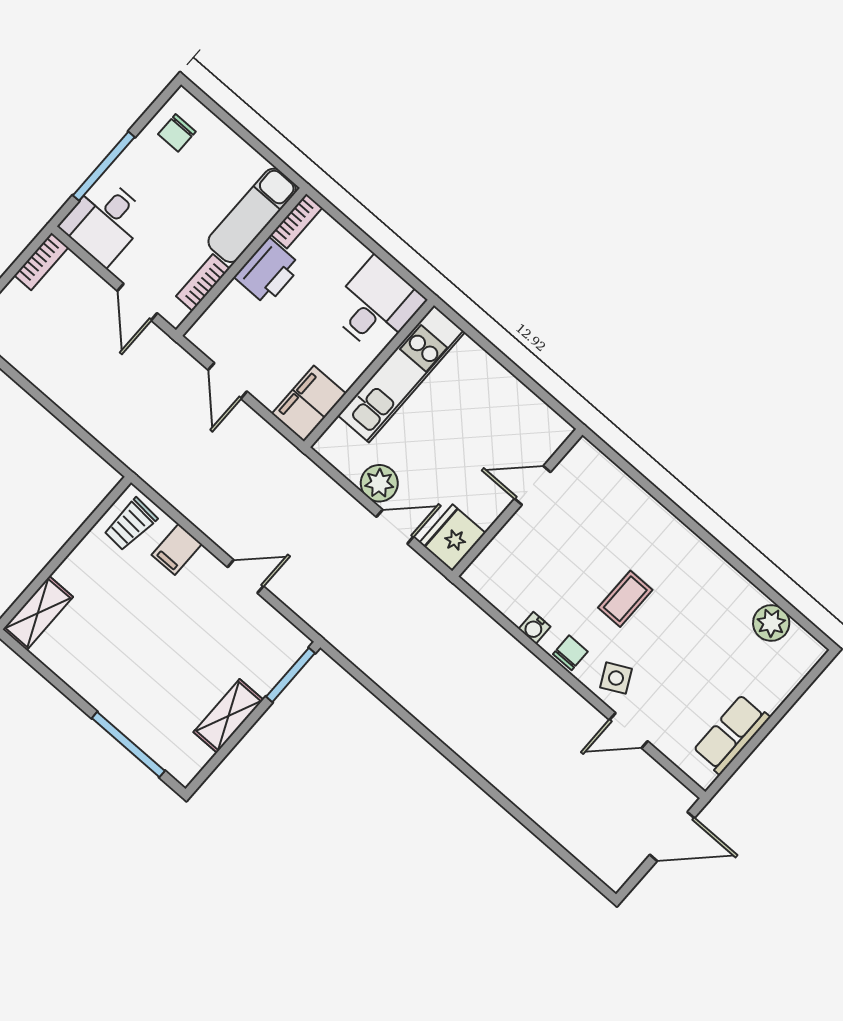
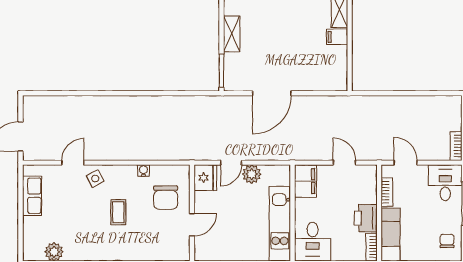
trolley: (131, 524) -> (334, 75), removed
filing cabinet: (177, 549) -> (337, 37), moved, turned -90
door: (246, 577) -> (272, 93), width x1.88
chair: (570, 653) -> (166, 198), moved, width x1.87, depth x1.87

